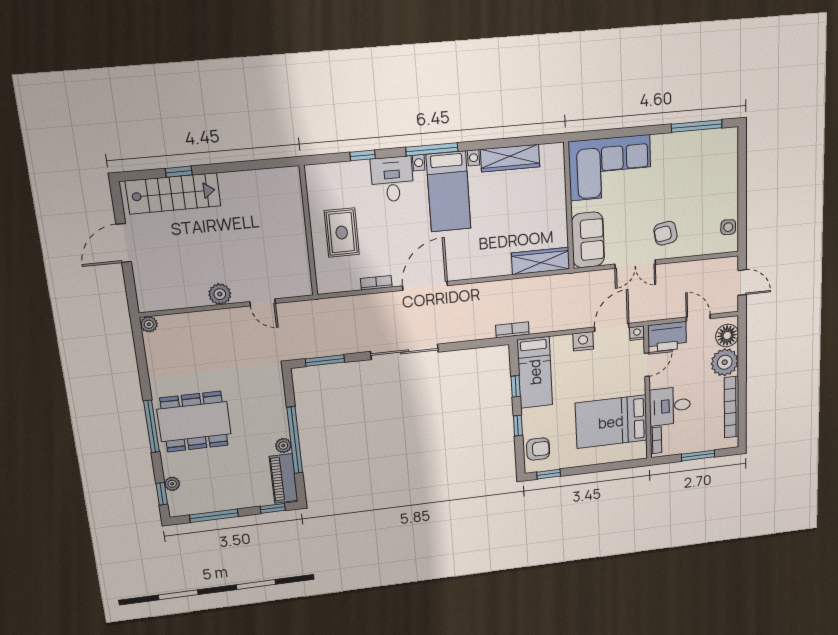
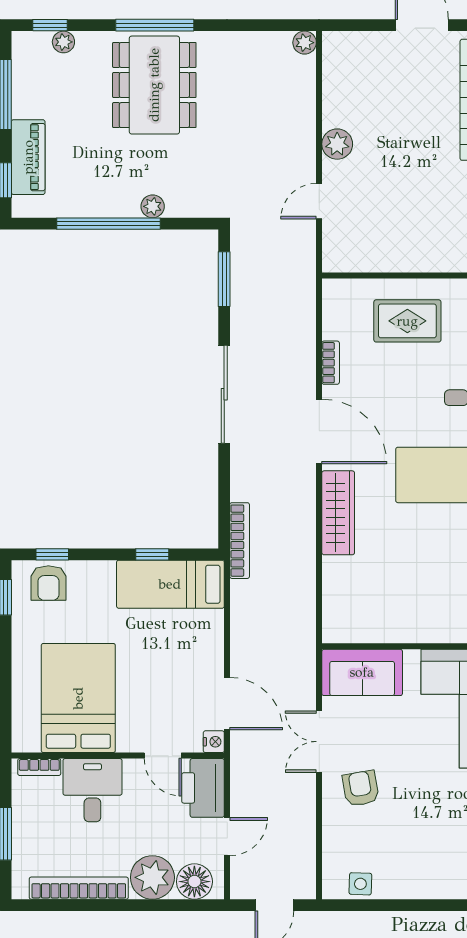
wardrobe: (541, 261) -> (338, 513), moved
bookcase: (512, 330) -> (240, 541), width x1.56
nightstand: (583, 341) -> (210, 659), removed
window: (518, 426) -> (52, 554), moved
plant: (283, 446) -> (153, 206), moved
piano: (284, 478) -> (28, 157), moved, turned 90

